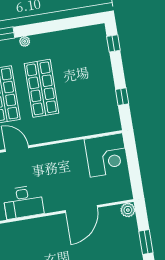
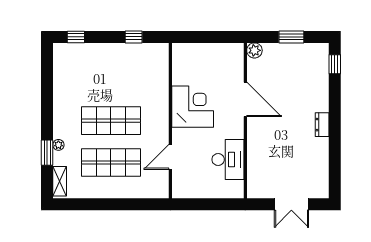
plant: (25, 41) -> (58, 145), moved
corner desk: (106, 155) -> (193, 107), moved

